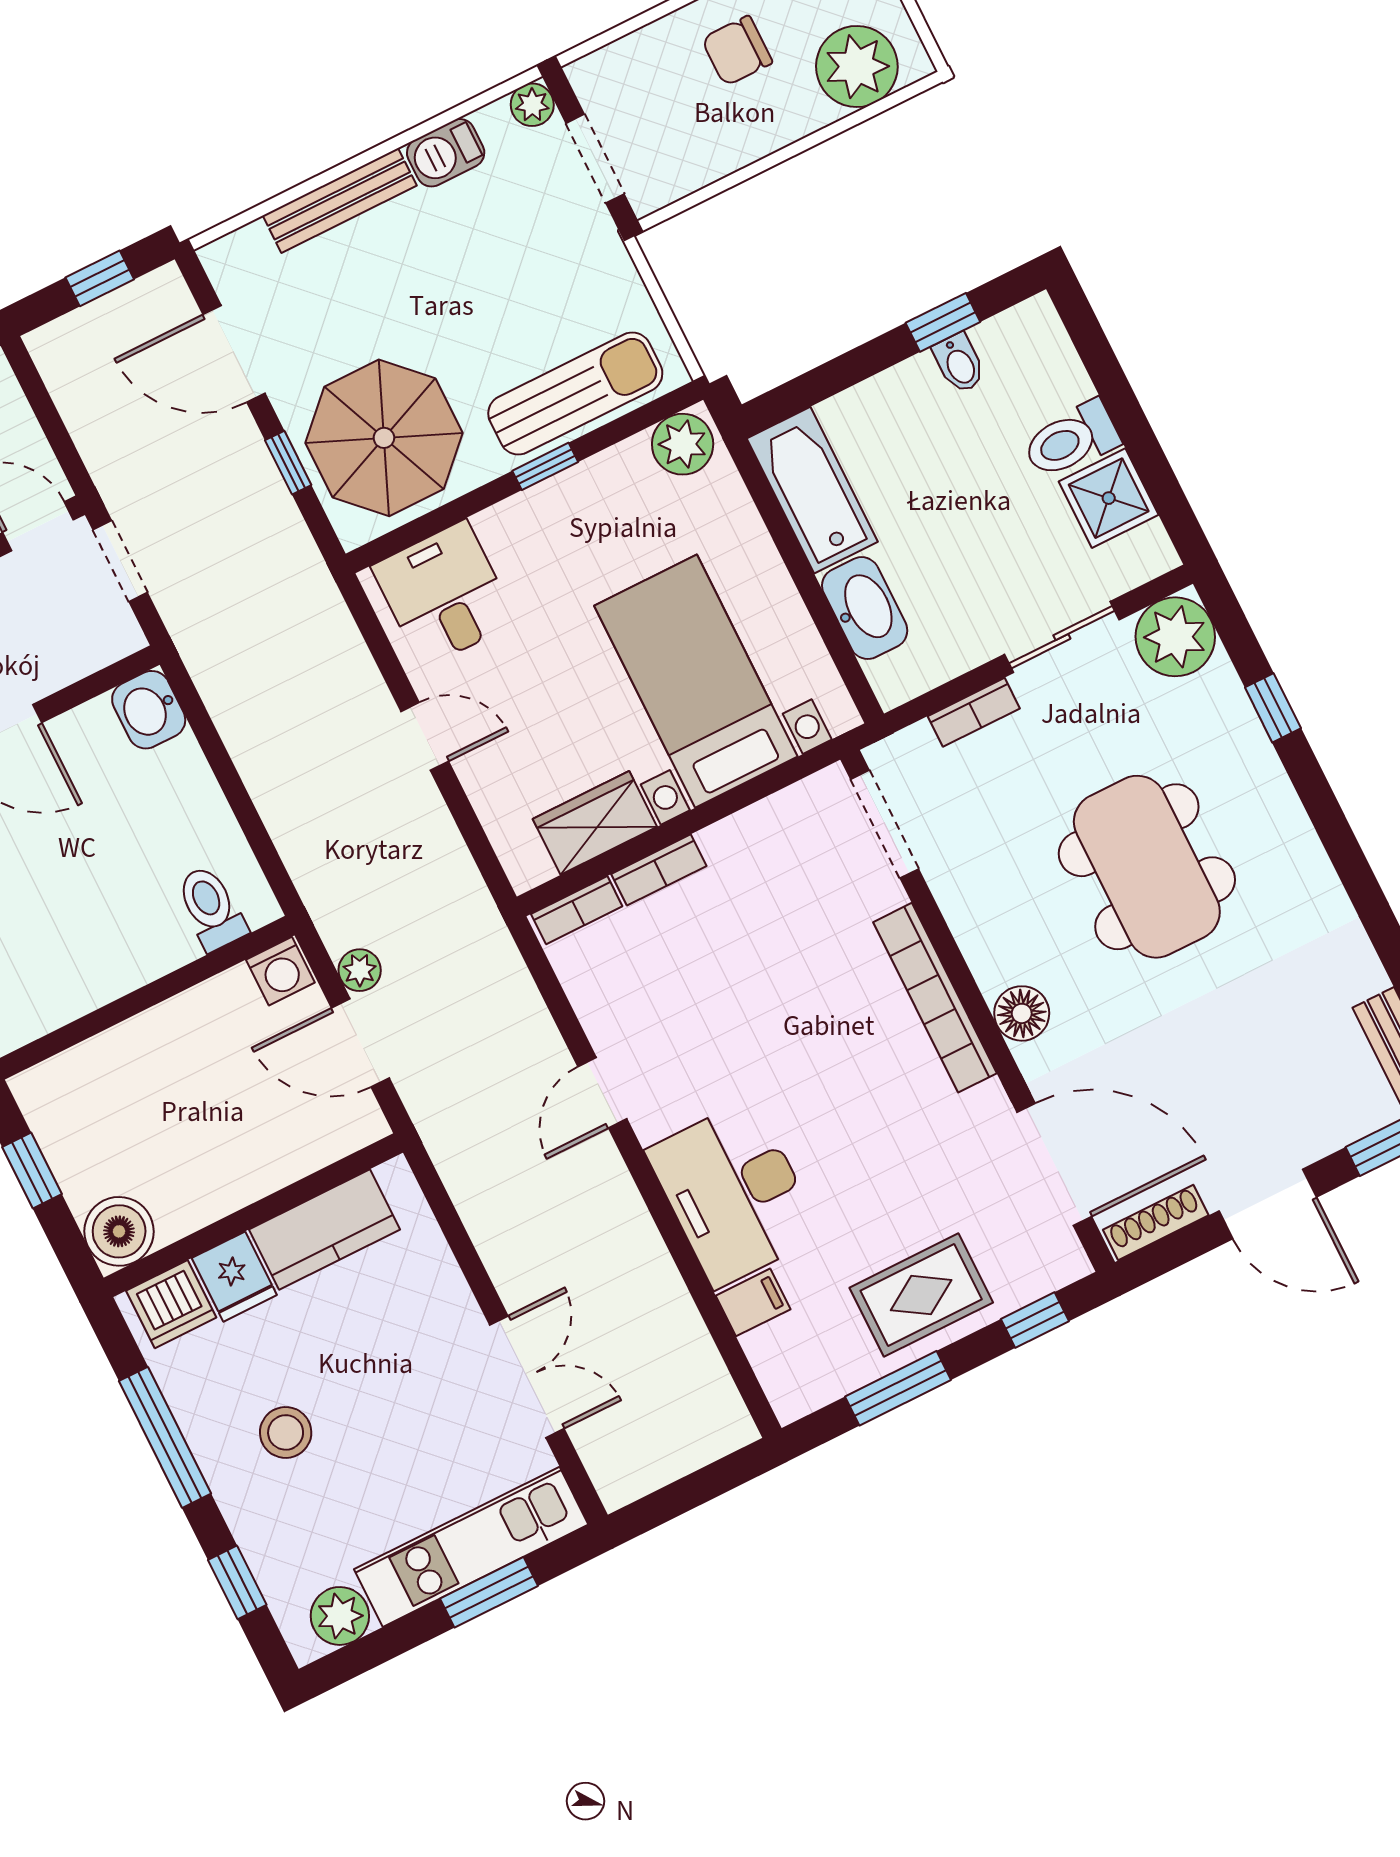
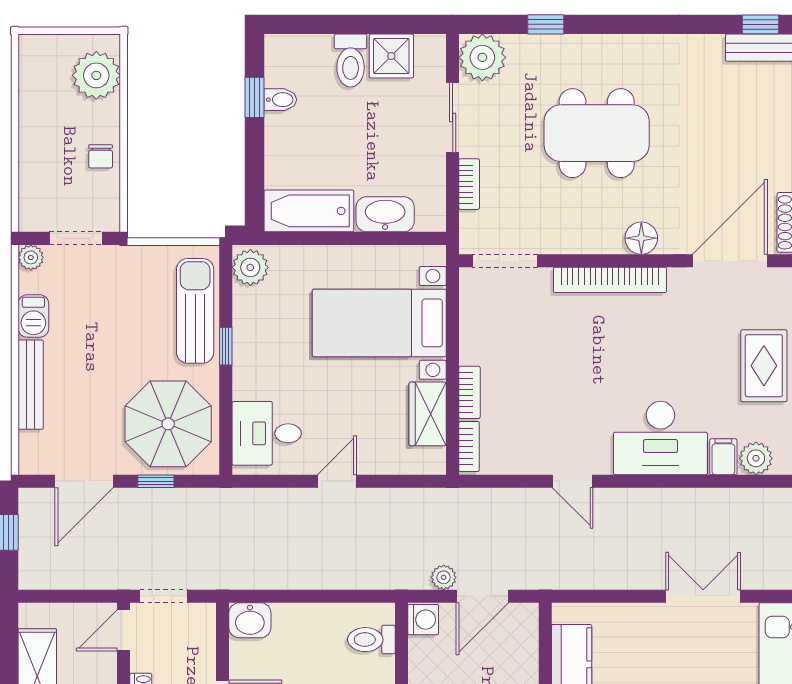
chair: (737, 51) -> (101, 156), moved, width x0.73, depth x0.73
plant: (775, 1353) -> (756, 458), added

